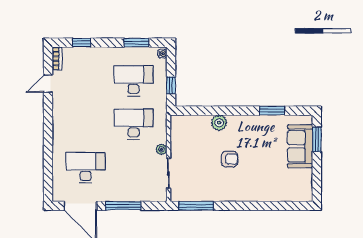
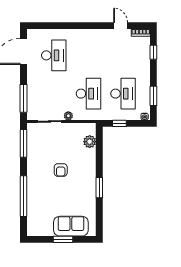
window: (272, 111) -> (99, 188), moved
plant: (219, 123) -> (90, 142), moved
window: (317, 139) -> (63, 239), moved
window: (123, 206) -> (23, 98), moved
window: (262, 206) -> (23, 196), added

